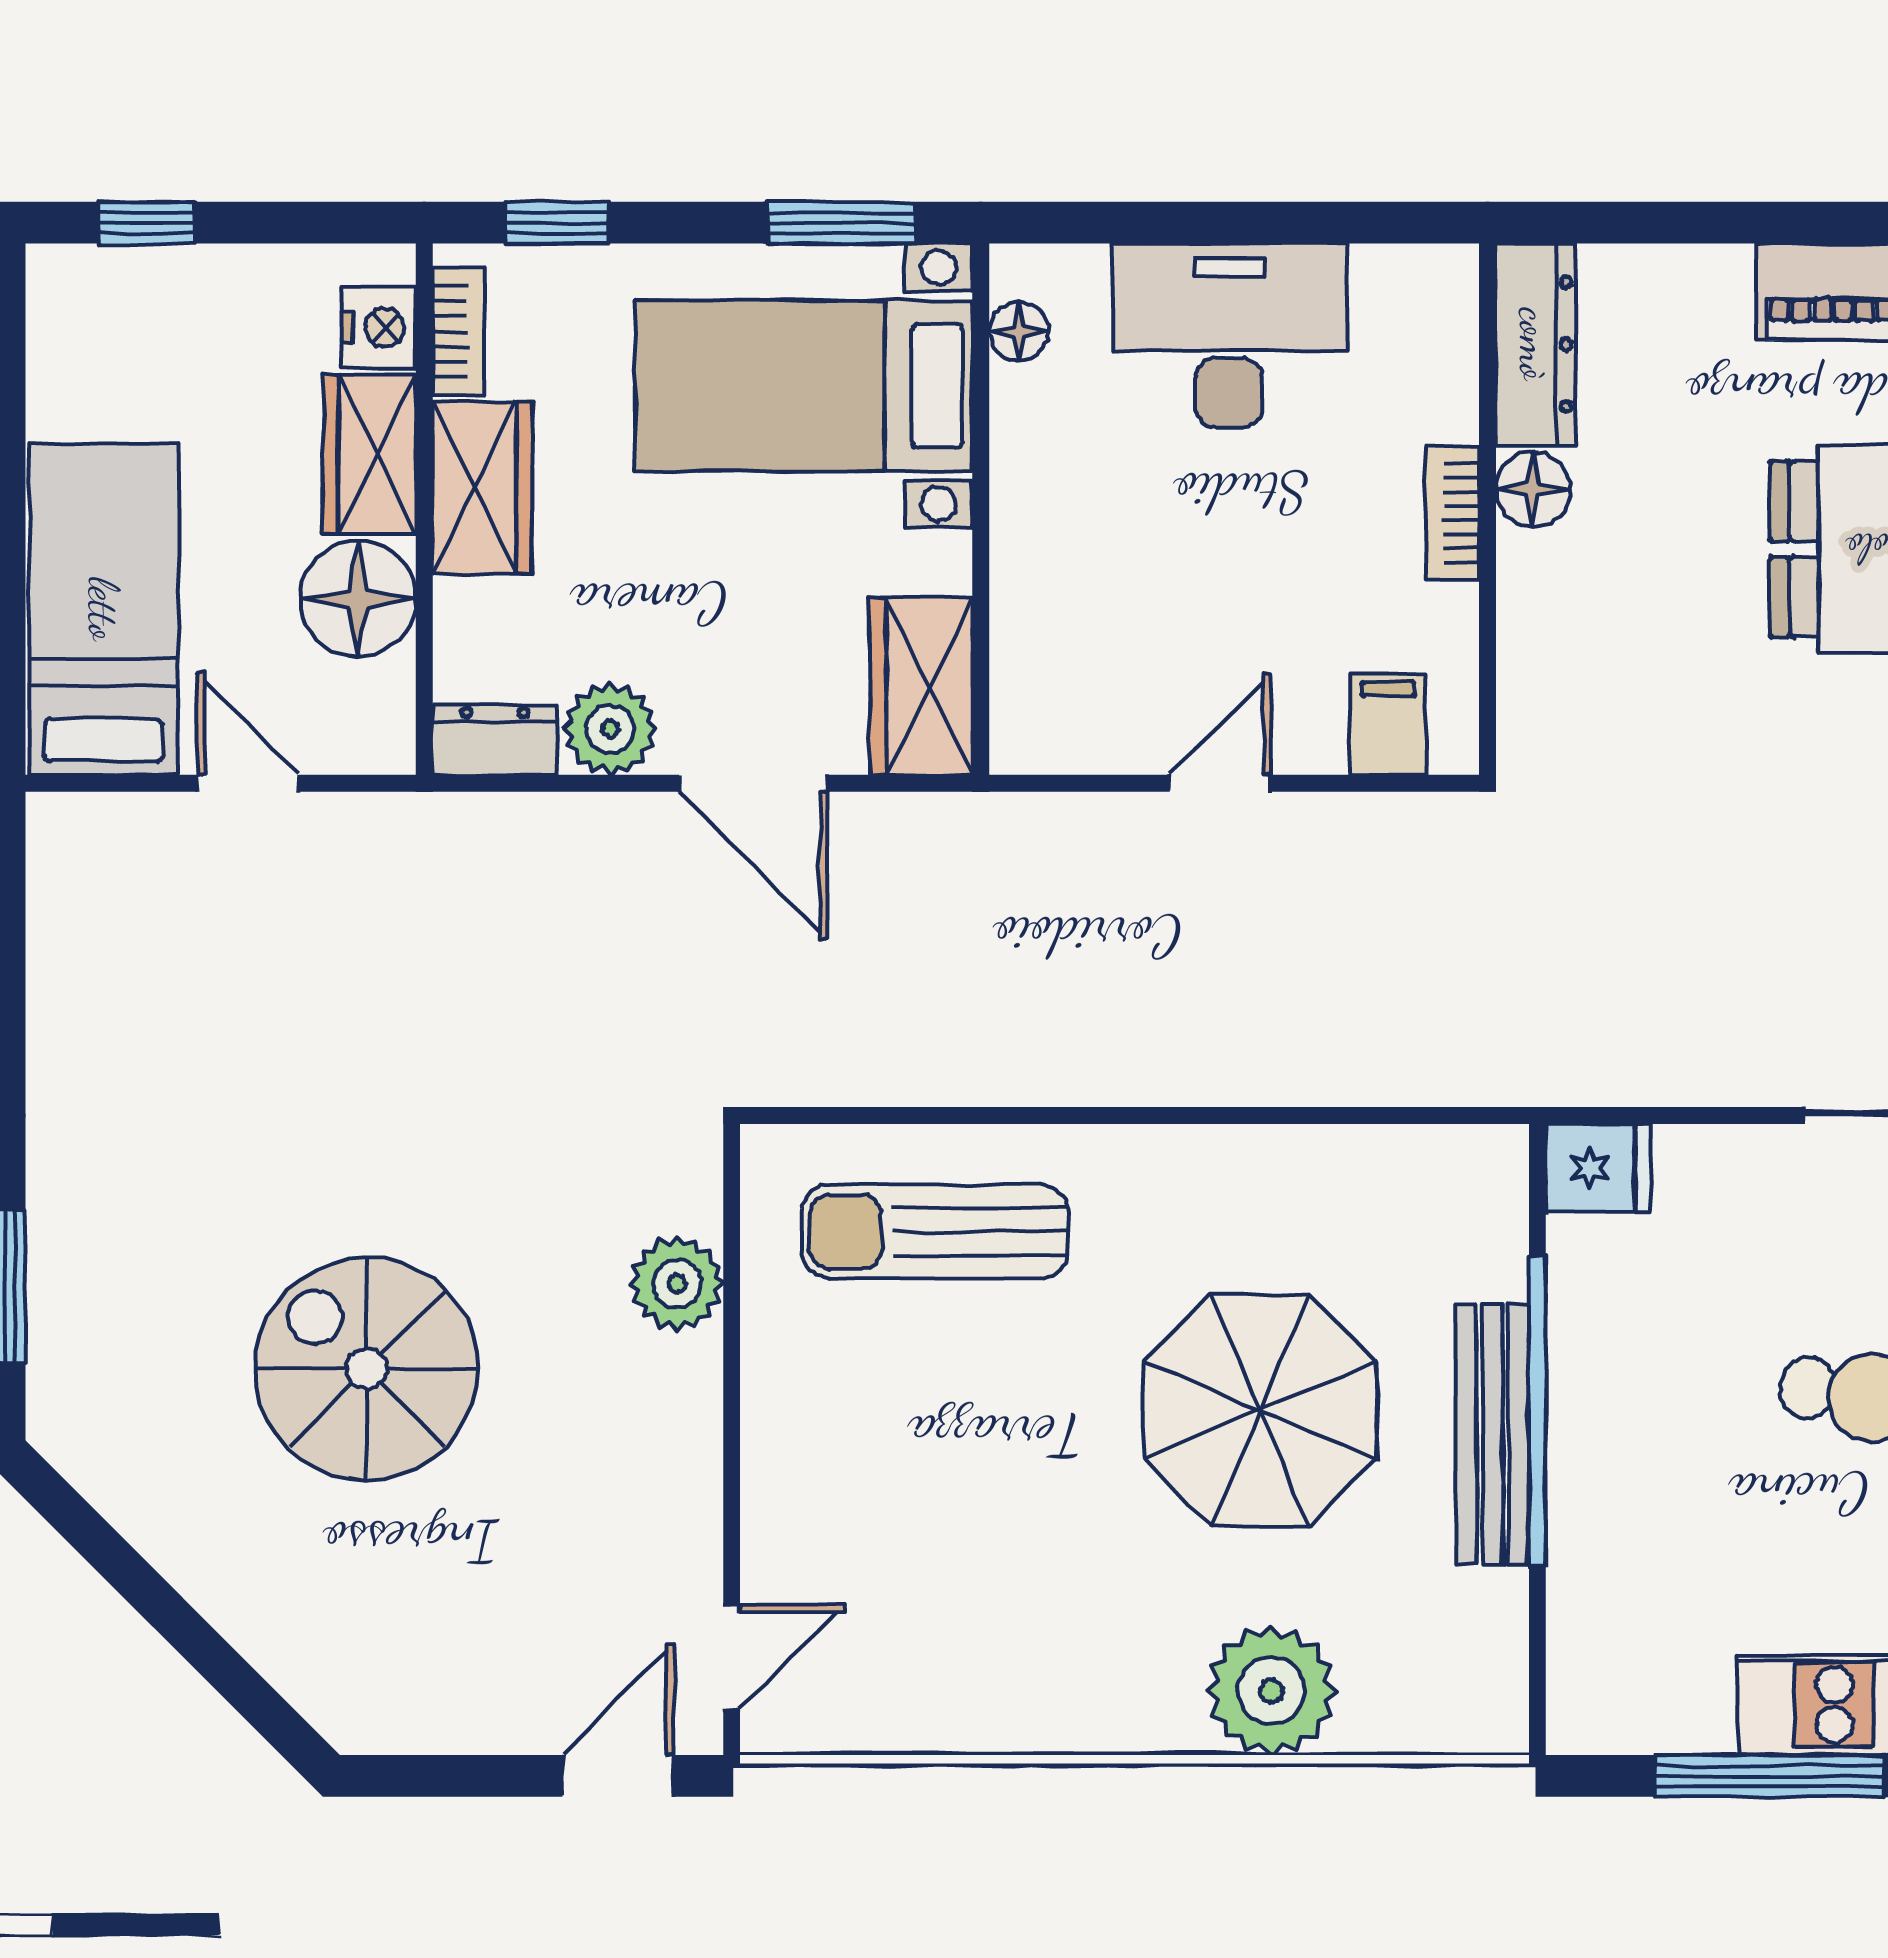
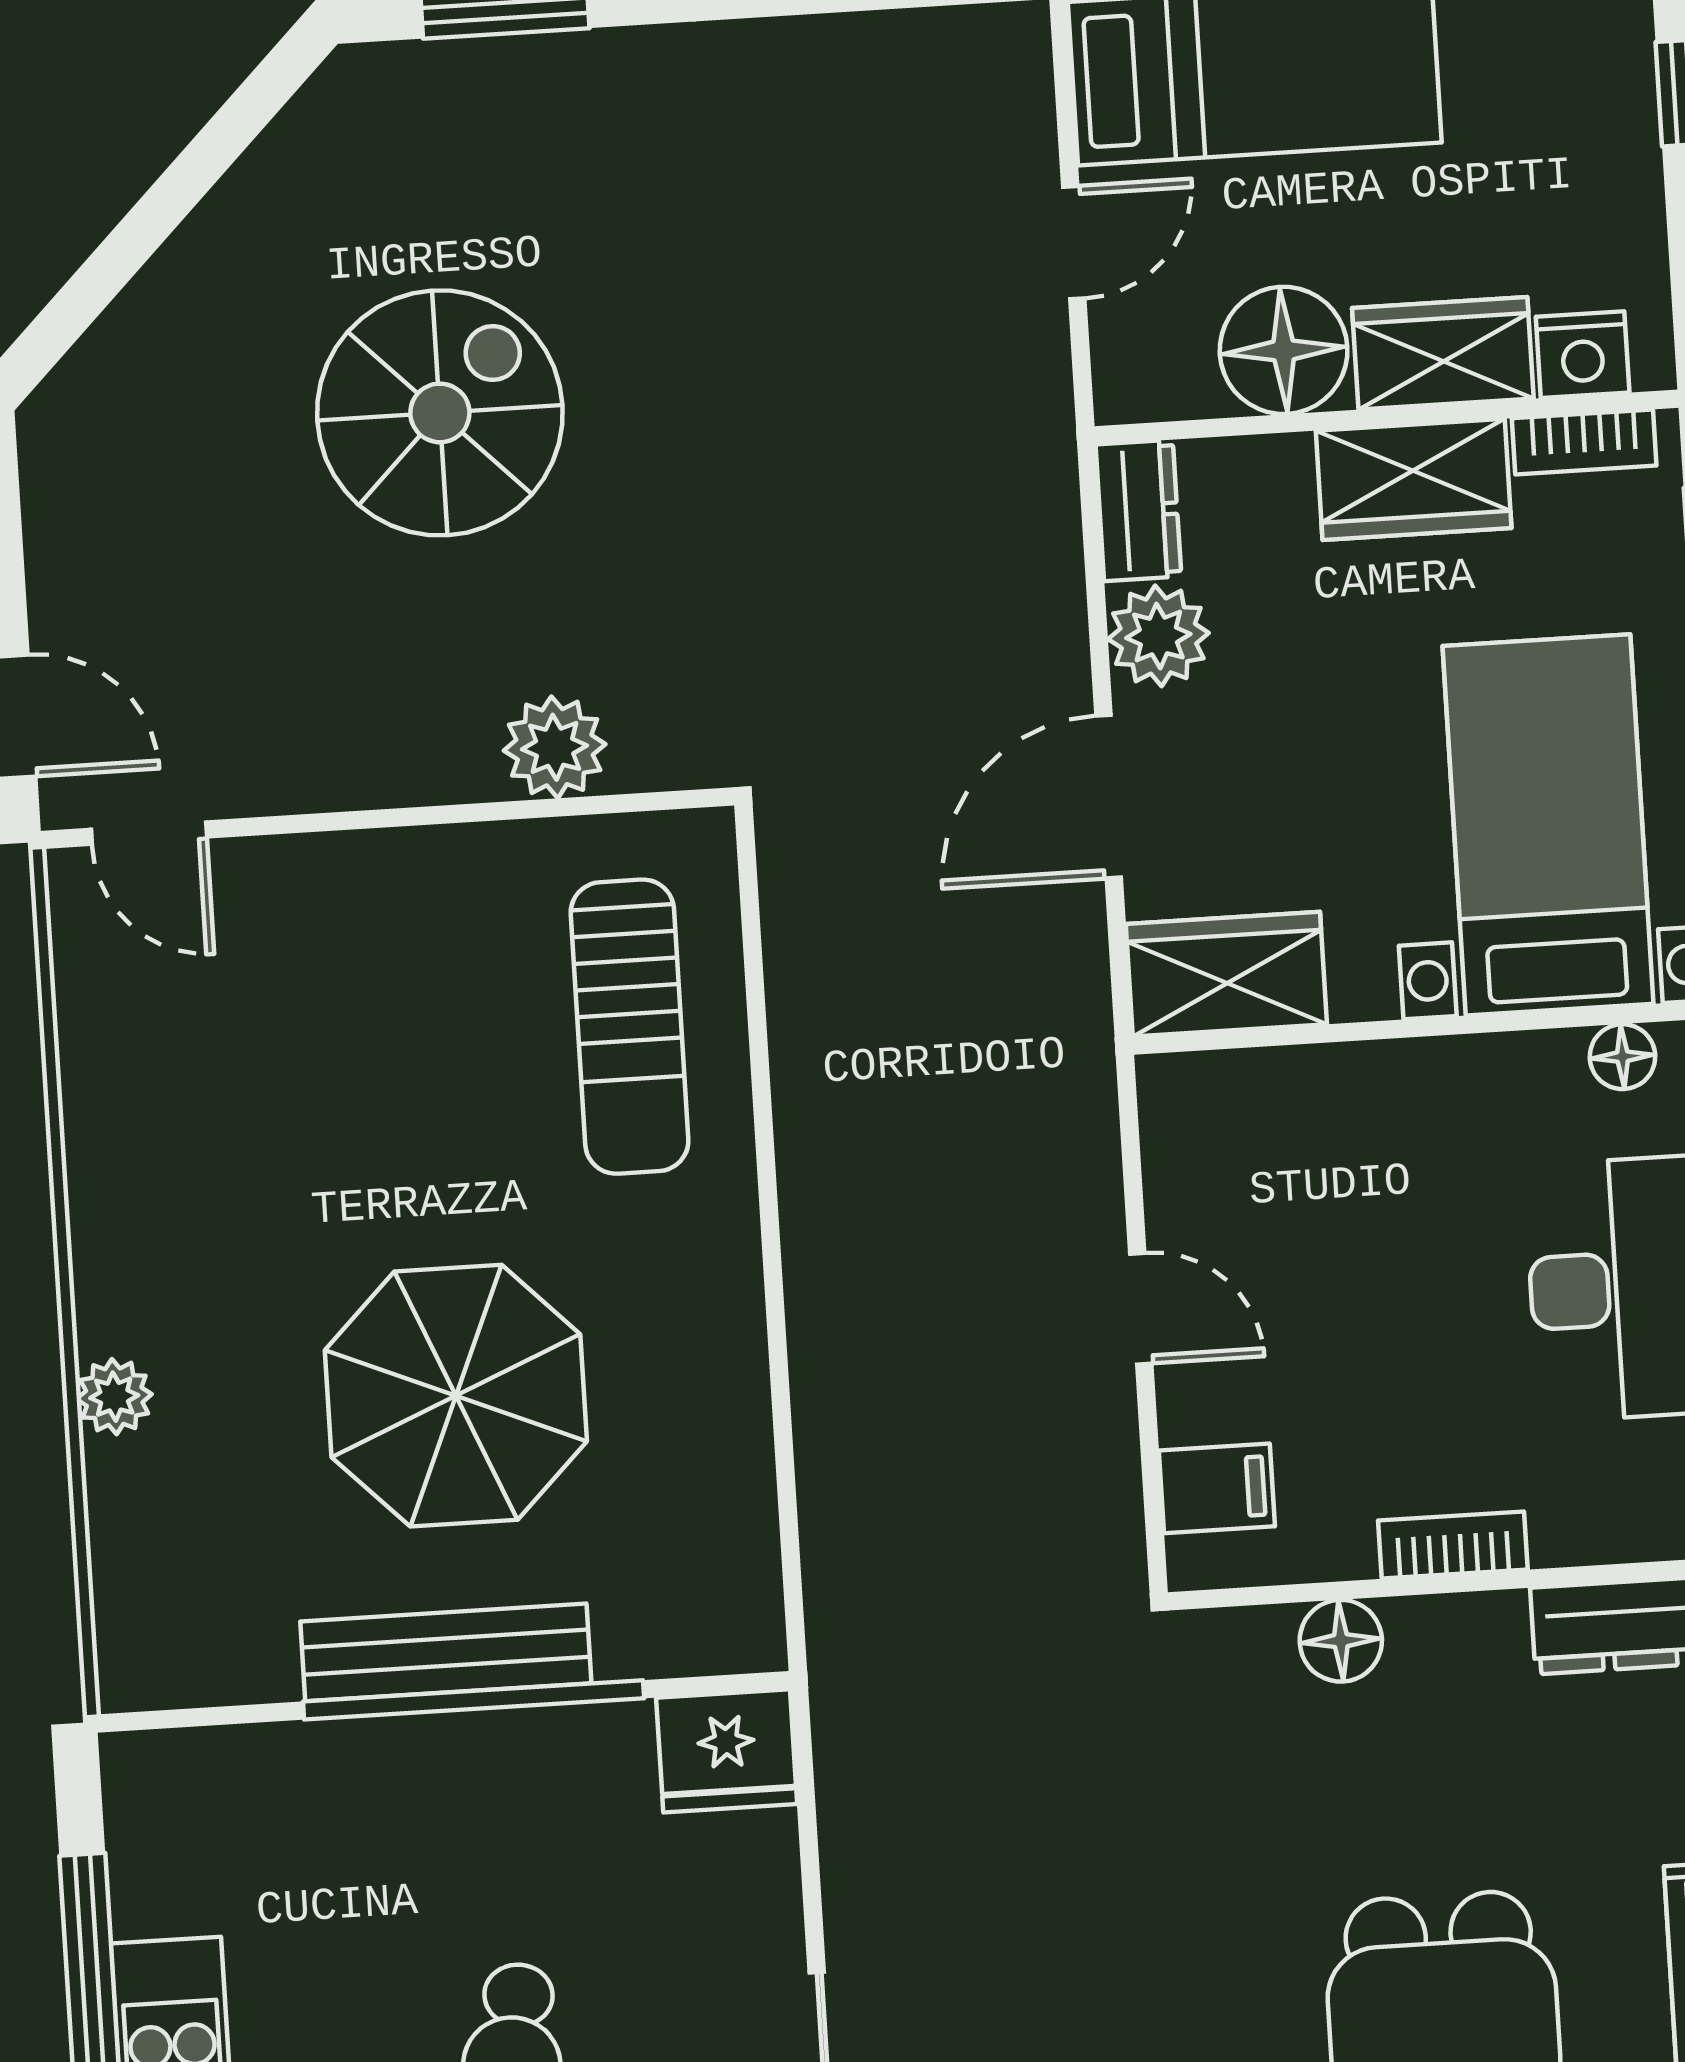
floor lamp: (1533, 490) -> (1341, 1641), moved
fridge: (1598, 1168) -> (727, 1751), width x1.38
sun lounger: (935, 1232) -> (630, 1027), turned 180
plant: (1271, 1691) -> (114, 1397), width x0.53, depth x0.53

